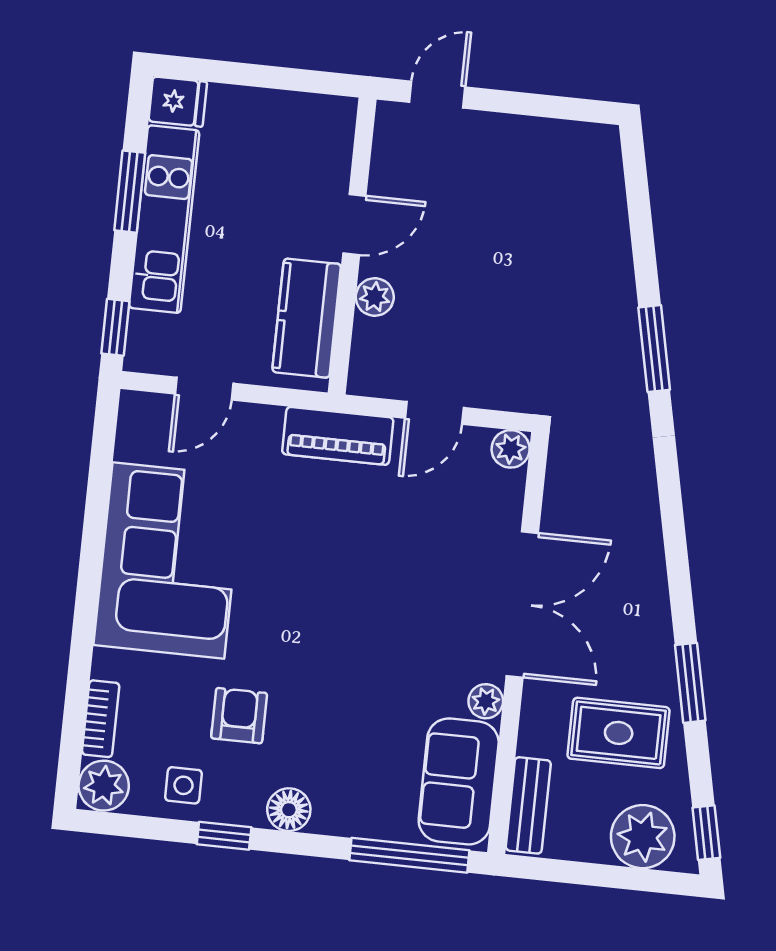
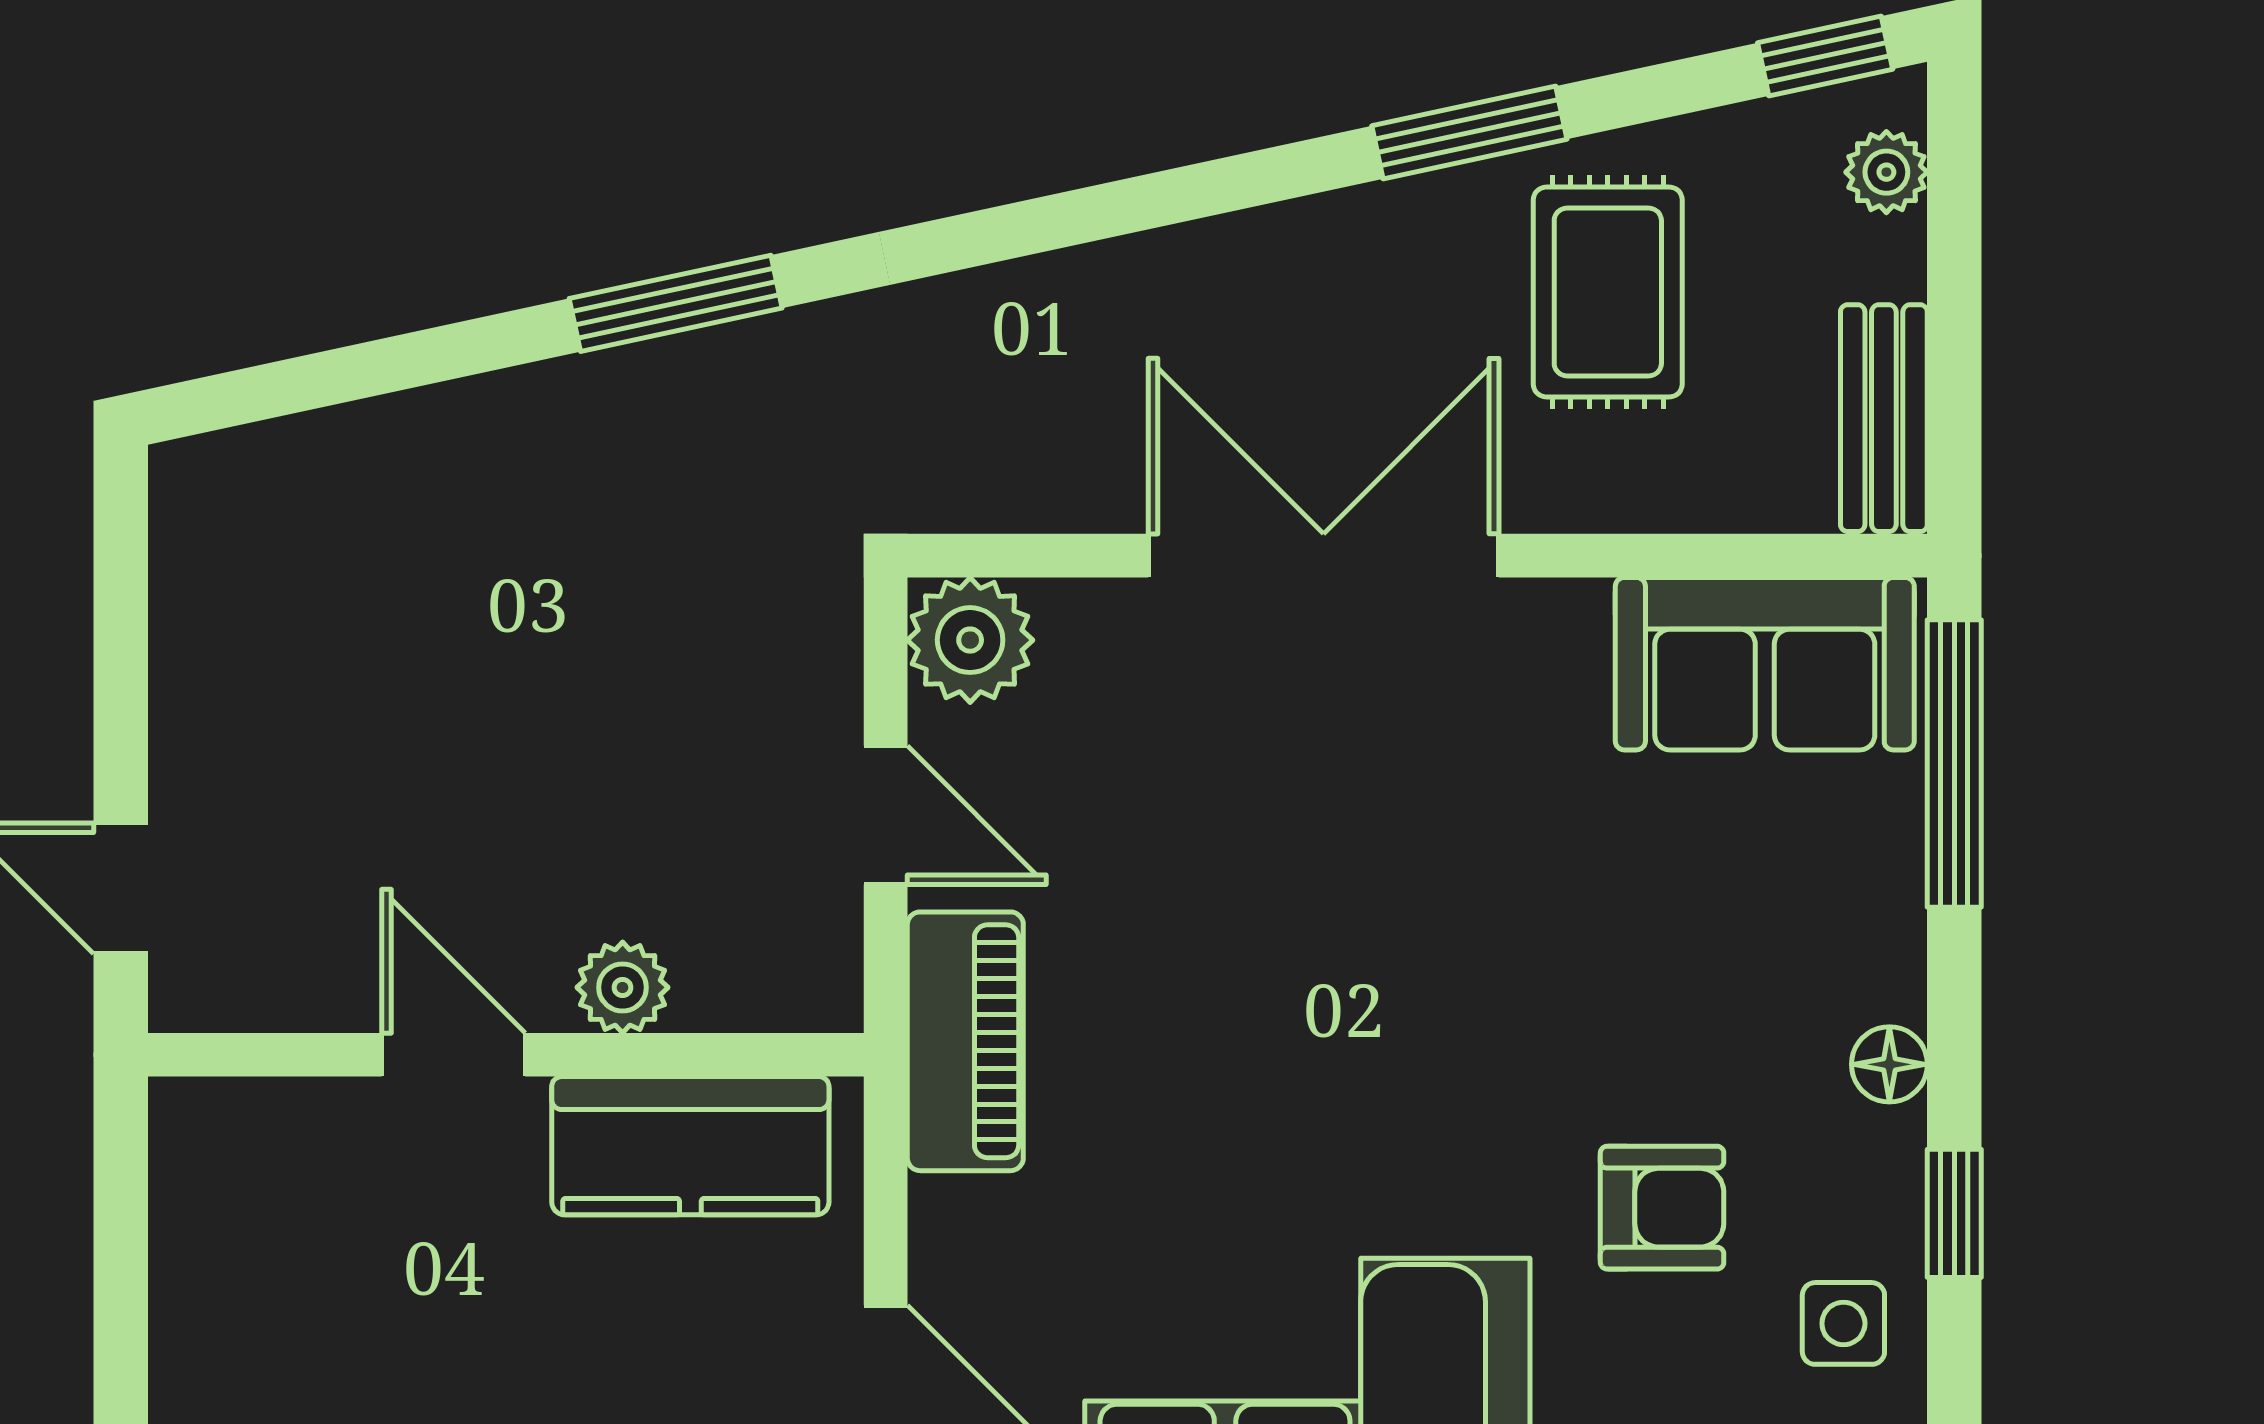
plant: (511, 449) -> (970, 640), width x1.38, depth x1.38
plant: (486, 701) -> (1565, 619), removed
armchair: (239, 716) -> (1662, 1208), turned 180
bench: (528, 805) -> (1884, 418), moved, turned 90
floor lamp: (289, 810) -> (1889, 1064), width x0.73, depth x0.73
plant: (643, 837) -> (1886, 172), width x0.53, depth x0.53

